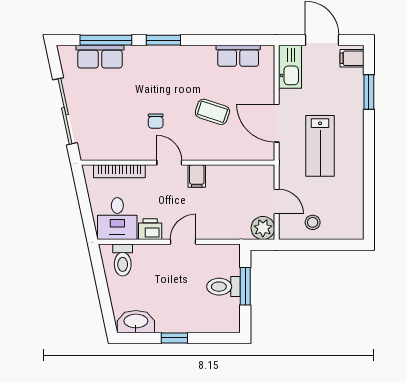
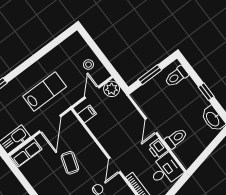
row of seats: (238, 56) -> (26, 153), moved, turned 90
filing cabinet: (197, 176) -> (87, 114), moved
door: (183, 242) -> (151, 126), hinge flipped
toilet: (123, 260) -> (176, 138), moved
toilet: (224, 287) -> (176, 77), moved, turned 90

